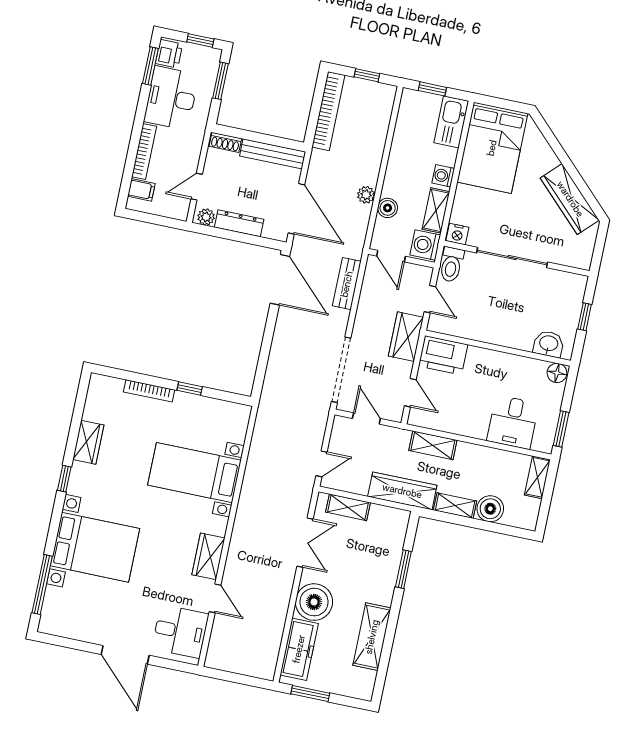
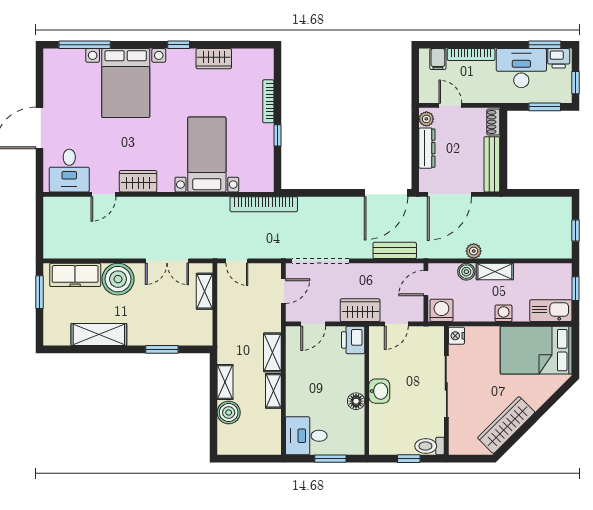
bookcase: (328, 111) -> (264, 204), moved
shelving: (436, 210) -> (495, 271), moved
toilet: (451, 265) -> (429, 446), moved
washbasin: (549, 344) -> (379, 391), moved
printer: (443, 355) -> (353, 340), width x0.73, depth x0.84
floor lamp: (557, 373) -> (356, 401), moved
desk: (513, 422) -> (306, 436), moved
window: (561, 429) -> (330, 459), moved
shelving: (537, 477) -> (273, 391), moved, turned 90
wardrobe: (402, 491) -> (228, 334), removed

